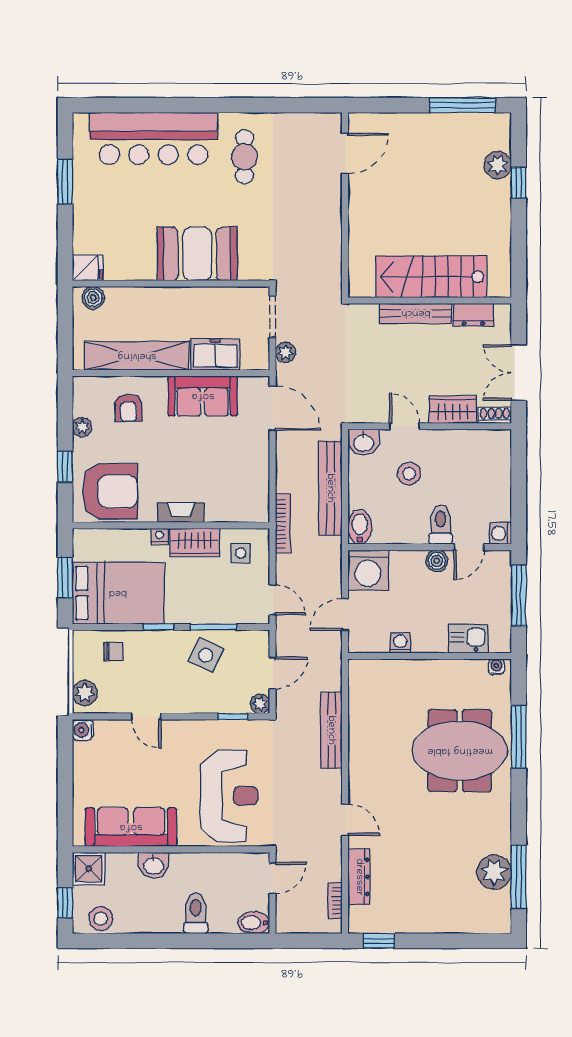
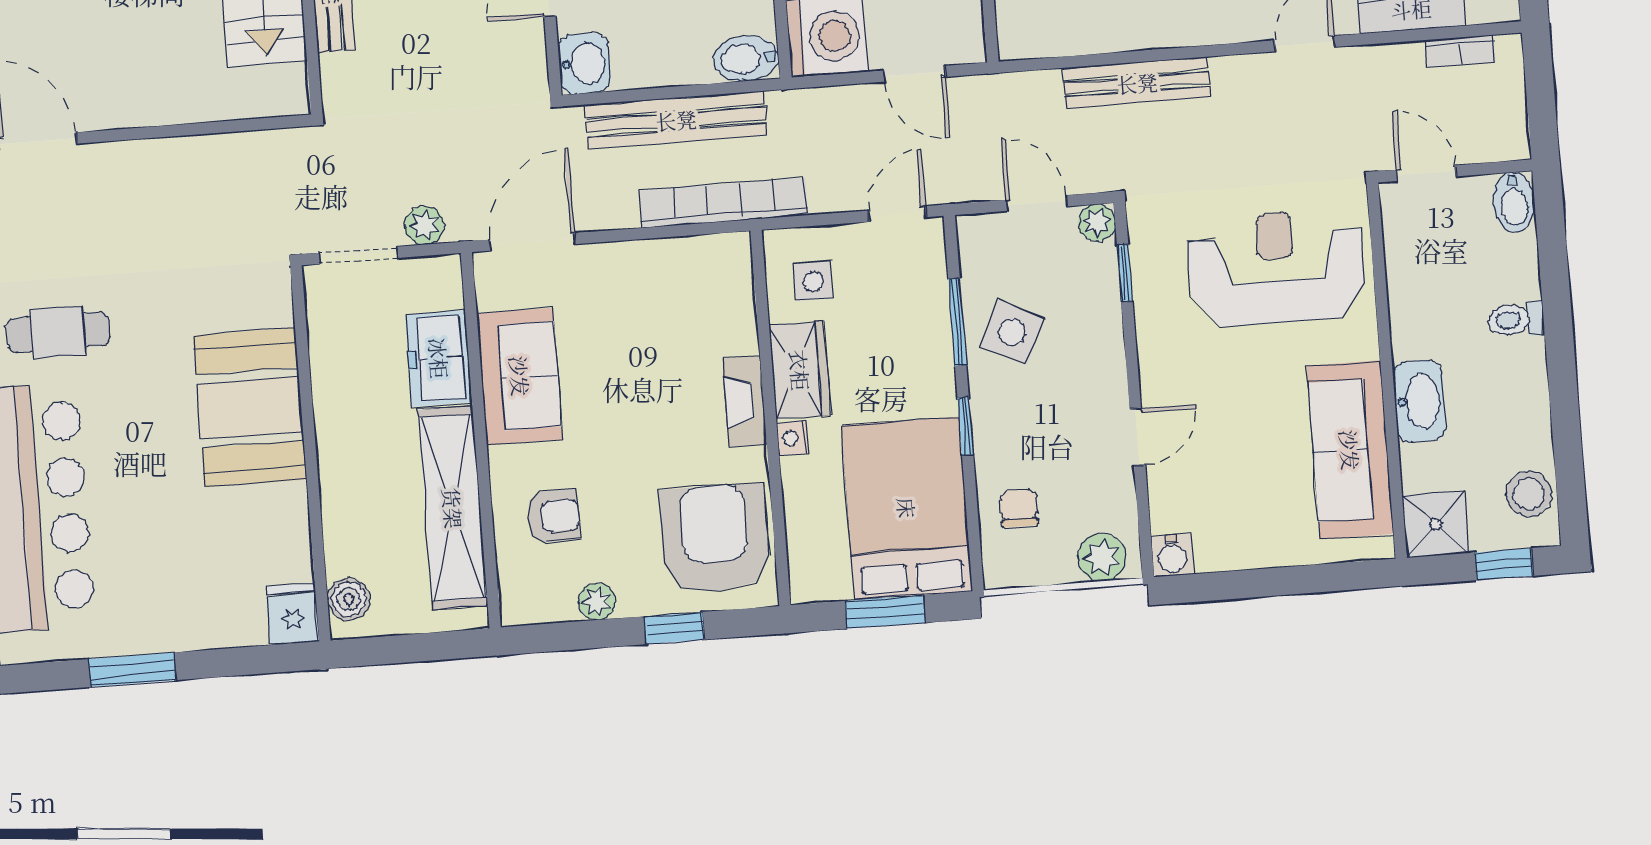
bookcase: (283, 524) -> (724, 203), width x1.48, depth x1.31
washbasin: (154, 865) -> (1420, 401), width x1.38
toilet: (196, 913) -> (1516, 320), width x0.73, depth x0.72

